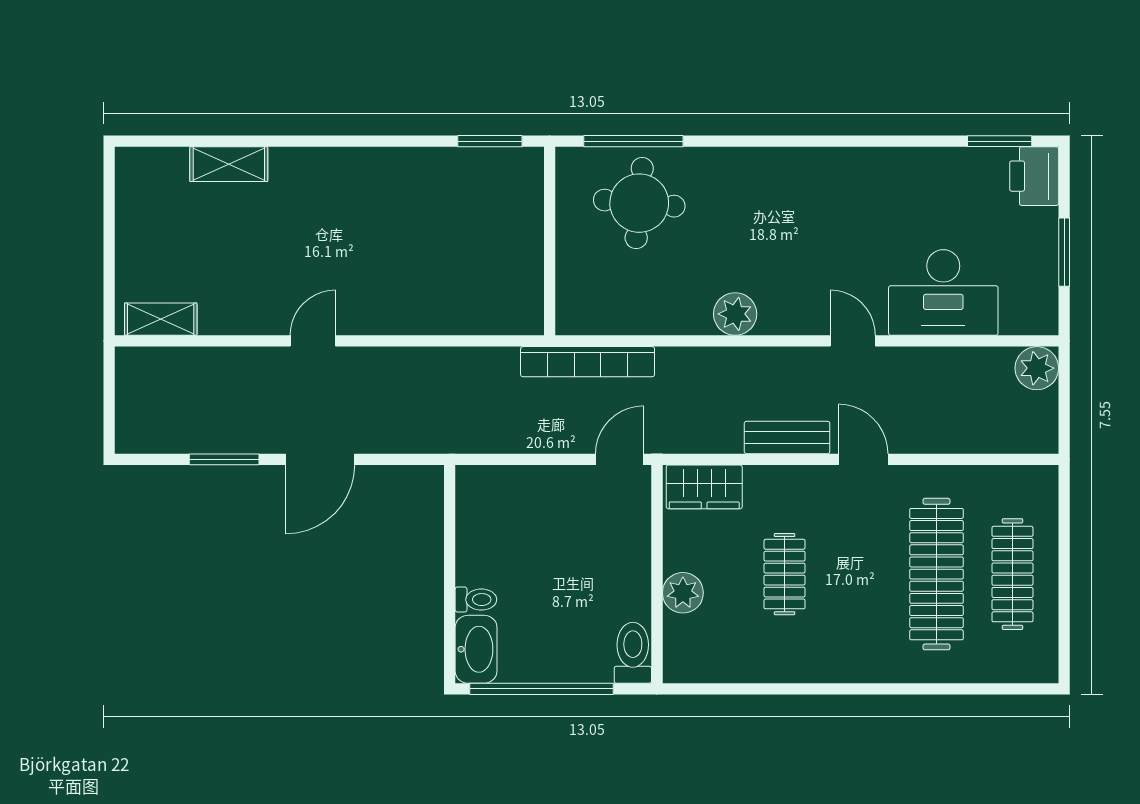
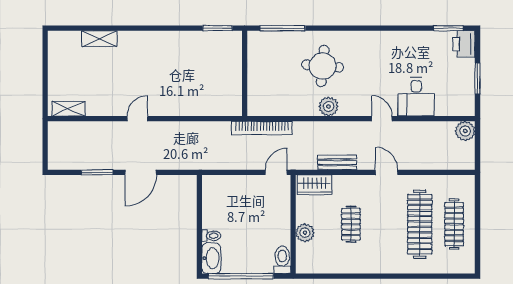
round table: (639, 203) -> (323, 66), moved
desk: (943, 292) -> (416, 97), width x0.73
bench: (787, 438) -> (337, 162), moved

